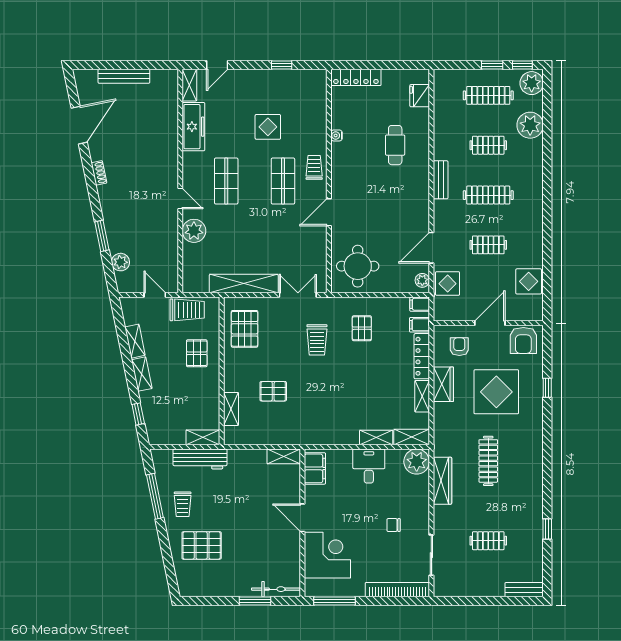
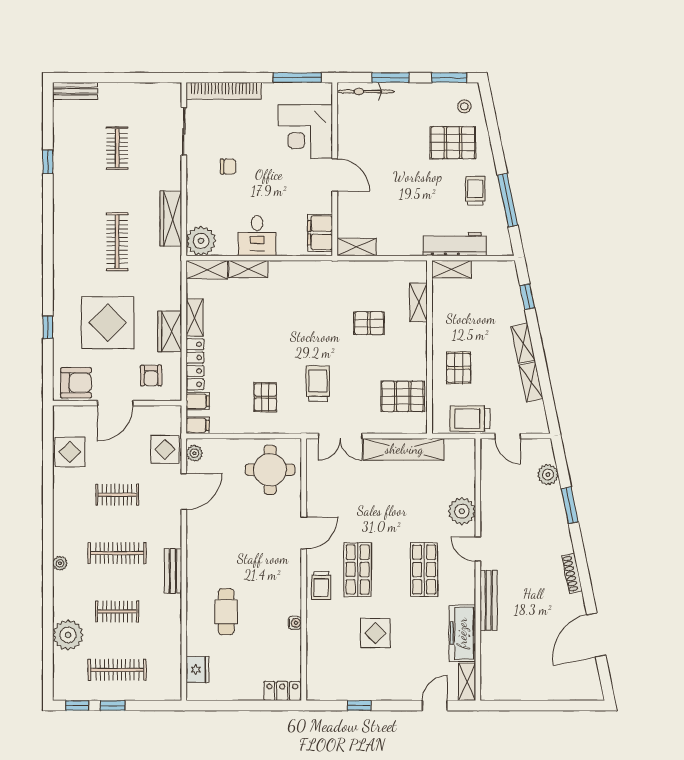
bench: (124, 76) -> (489, 600), moved, turned 90
locker: (356, 77) -> (282, 691), width x0.66
plant: (532, 83) -> (60, 563), moved, width x0.53, depth x0.53
shoe rack: (99, 173) -> (572, 573), width x1.43
pallet: (245, 329) -> (403, 396), turned 90
armchair: (523, 340) -> (76, 383), turned 90
clothes rail: (488, 541) -> (117, 148), turned 90
stool: (192, 576) -> (464, 106), added
window: (205, 601) -> (449, 78), added

